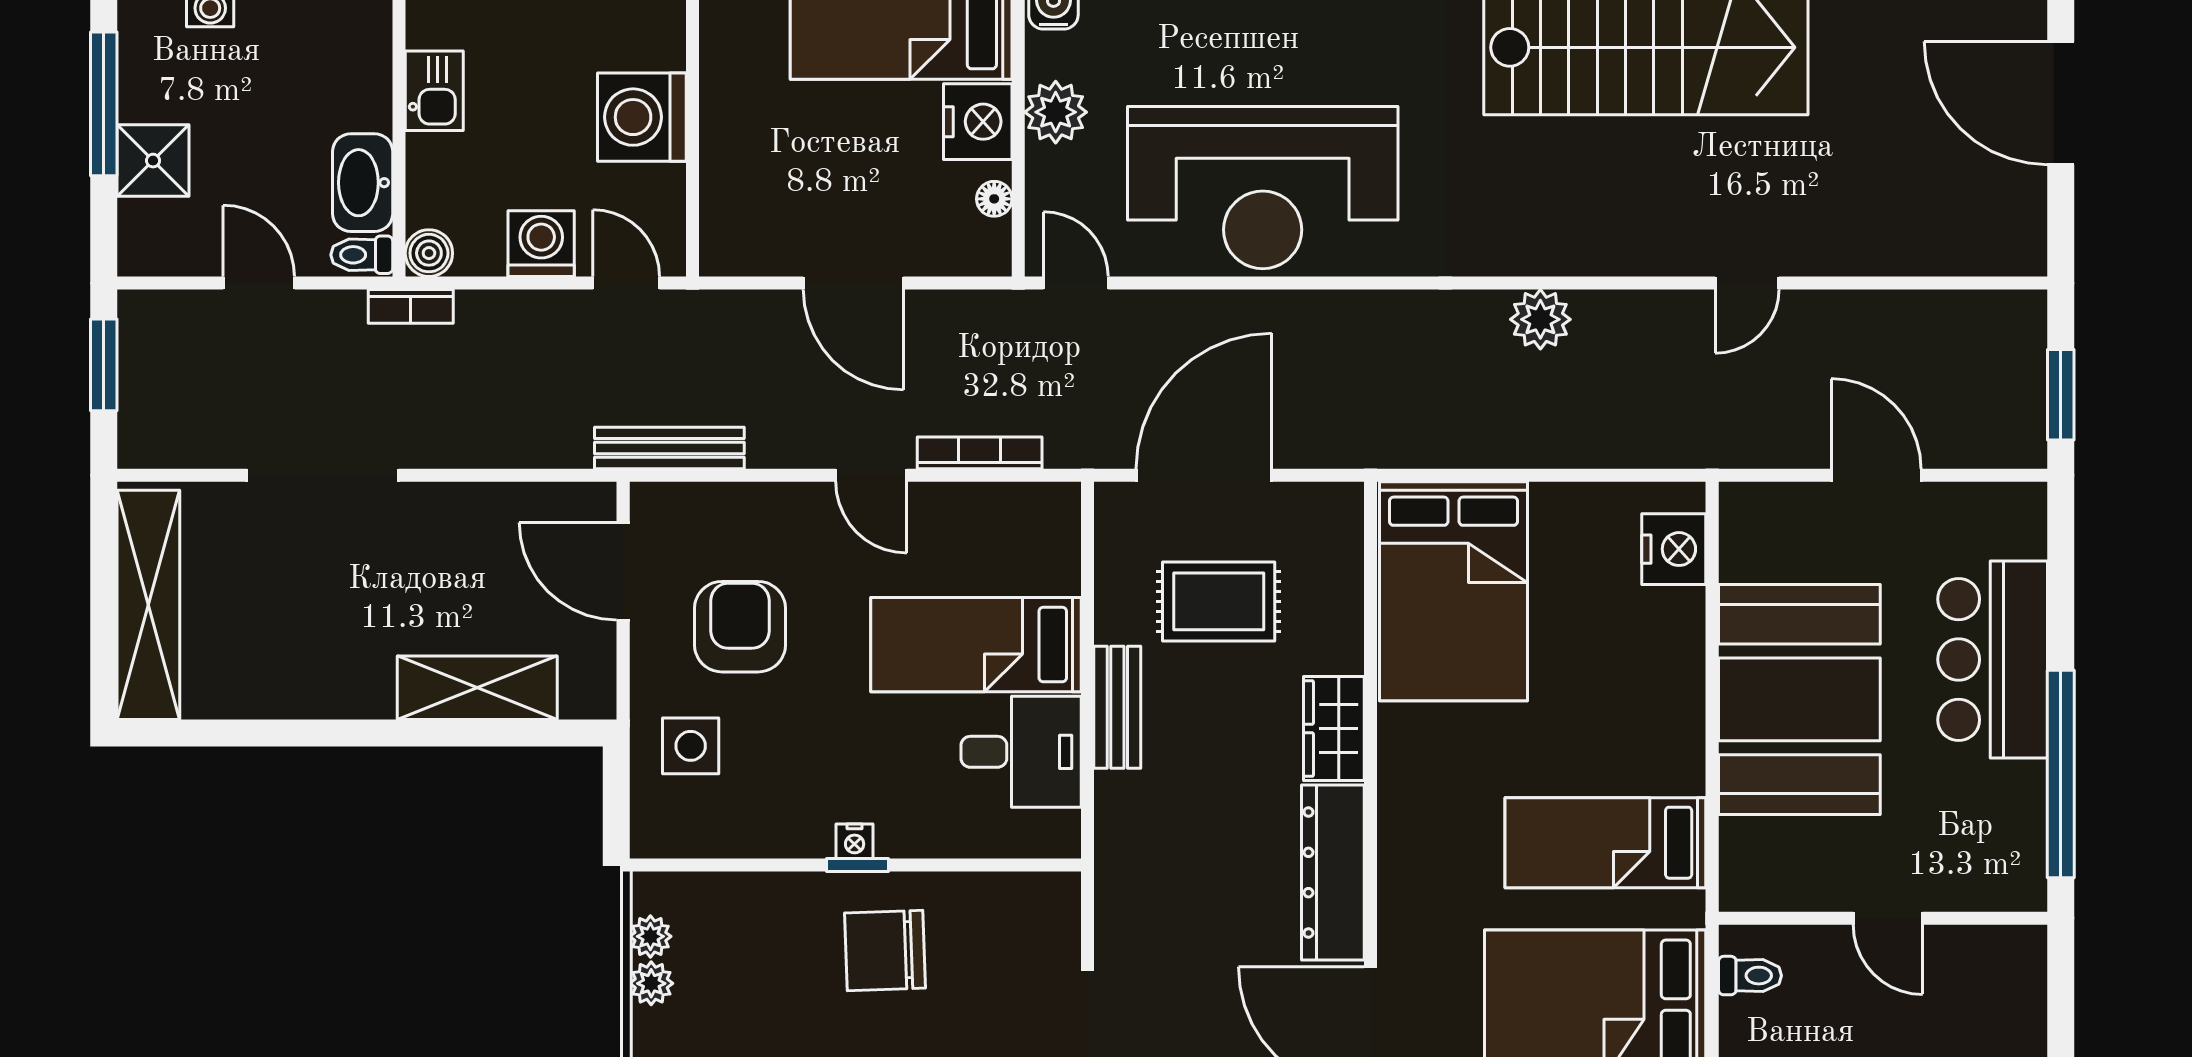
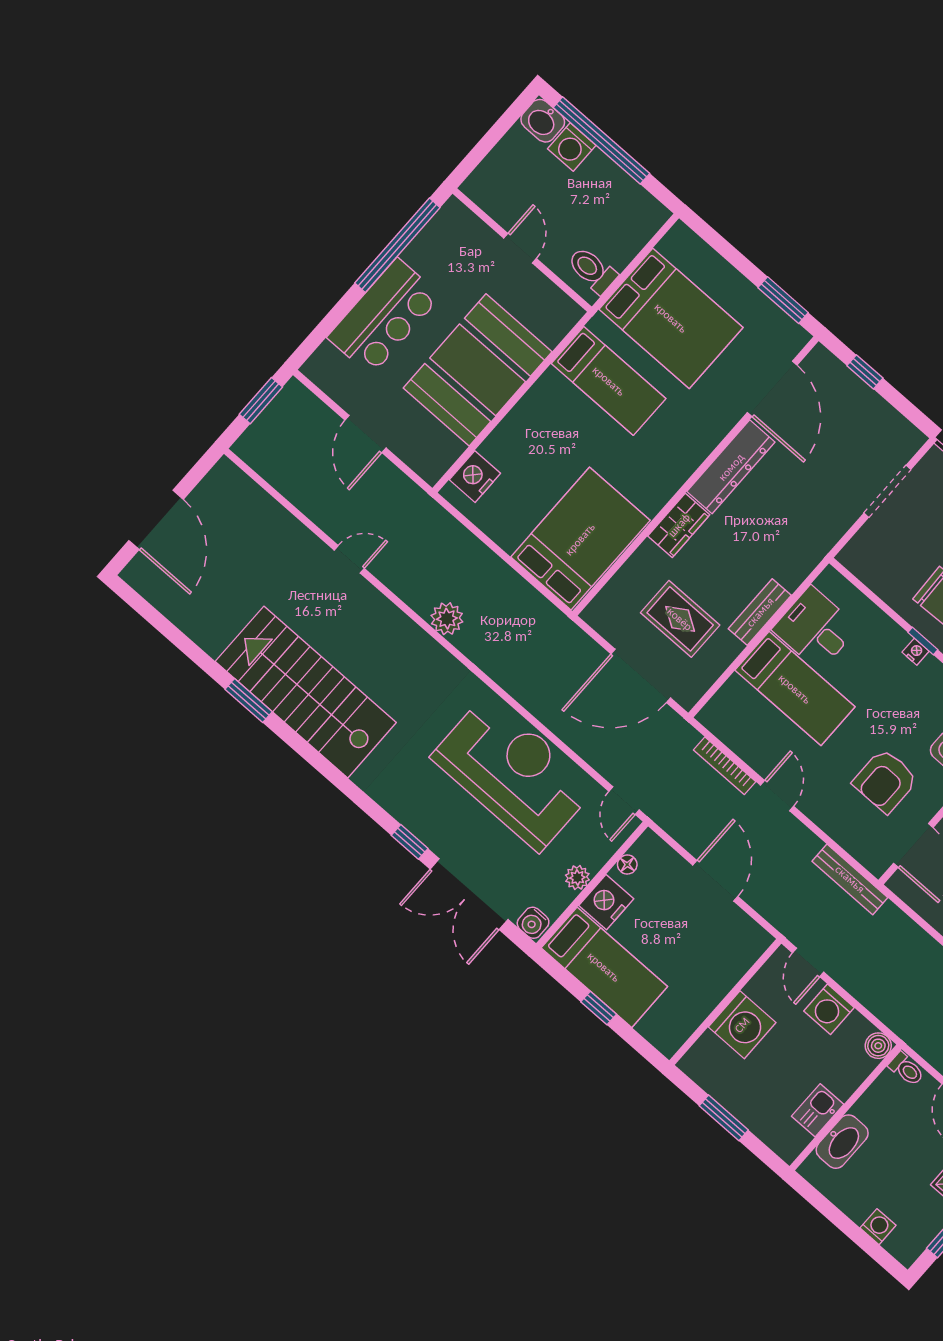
plant: (1056, 112) -> (577, 878), width x0.73, depth x0.73
washbasin: (363, 183) -> (842, 1142), moved
bookcase: (411, 306) -> (905, 1030), removed
toilet: (1750, 976) -> (592, 270), width x1.37, depth x1.39

